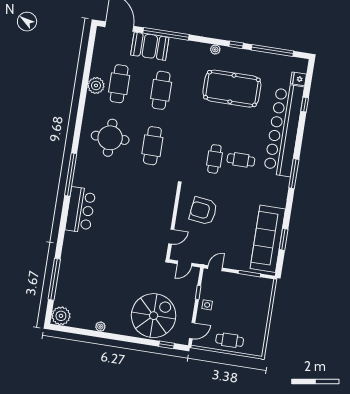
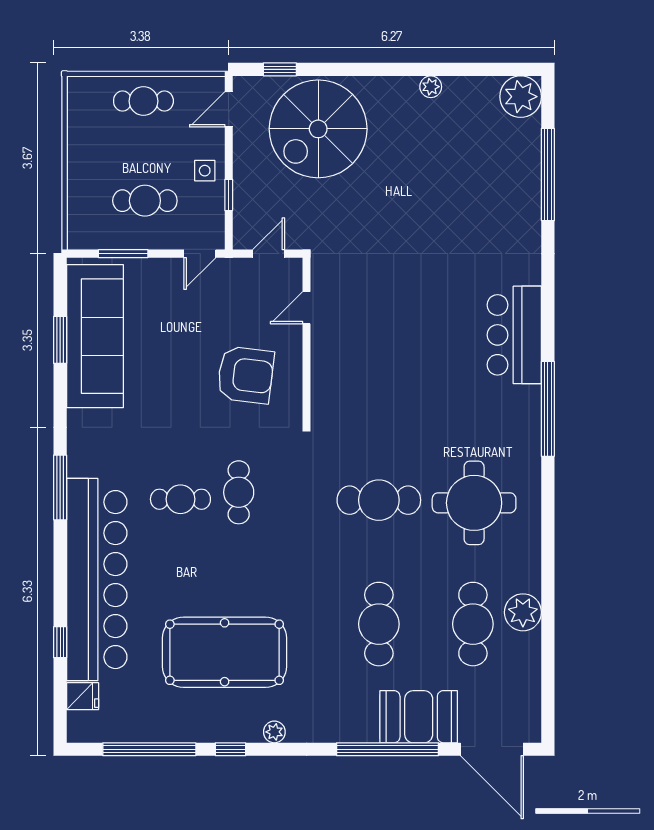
cafe table: (152, 146) -> (379, 500), turned 90
cafe table: (236, 296) -> (145, 201), added

